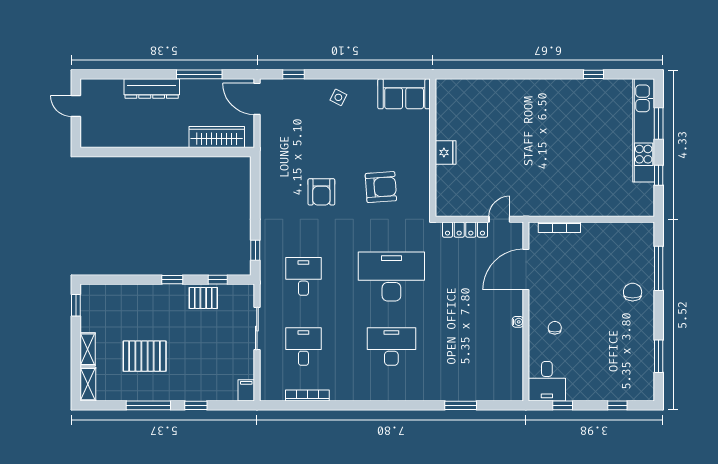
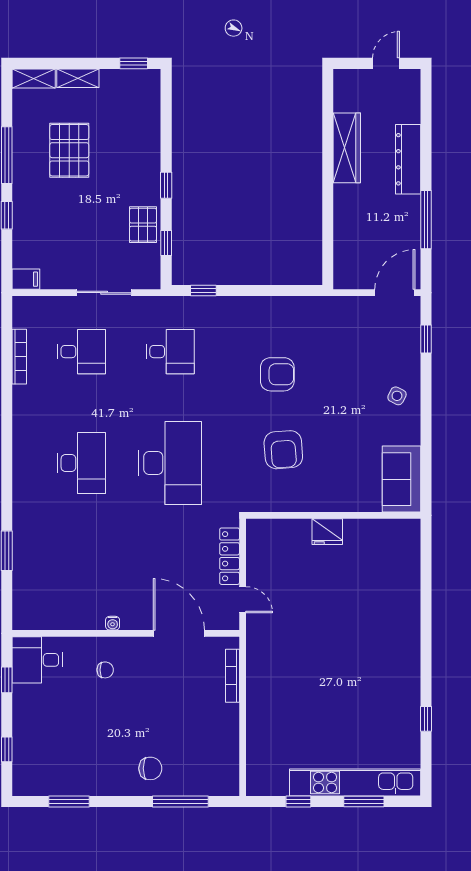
wardrobe: (217, 137) -> (347, 148), moved
armchair: (321, 192) -> (277, 374), turned 180

